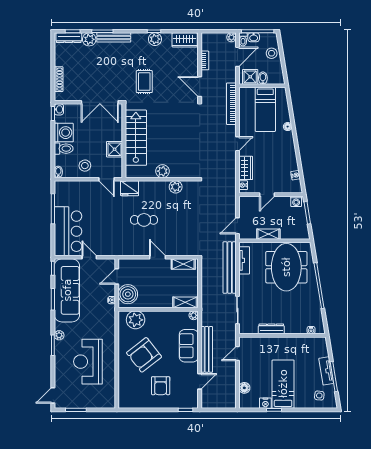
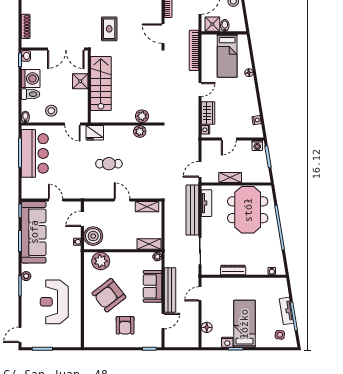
shower: (115, 149) -> (80, 81), moved
plant: (162, 171) -> (142, 116), moved
bar counter: (68, 231) -> (35, 153), moved

